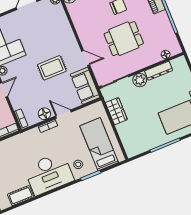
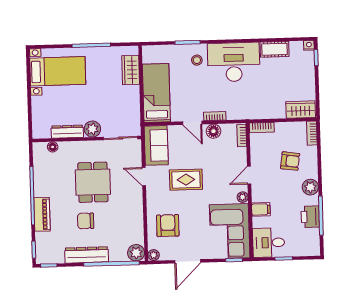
armchair: (53, 27) -> (168, 226), added
dining table: (124, 39) -> (93, 182), turned 90
wardrobe: (116, 111) -> (131, 70), moved
bed: (99, 144) -> (156, 93), moved, turned 180

